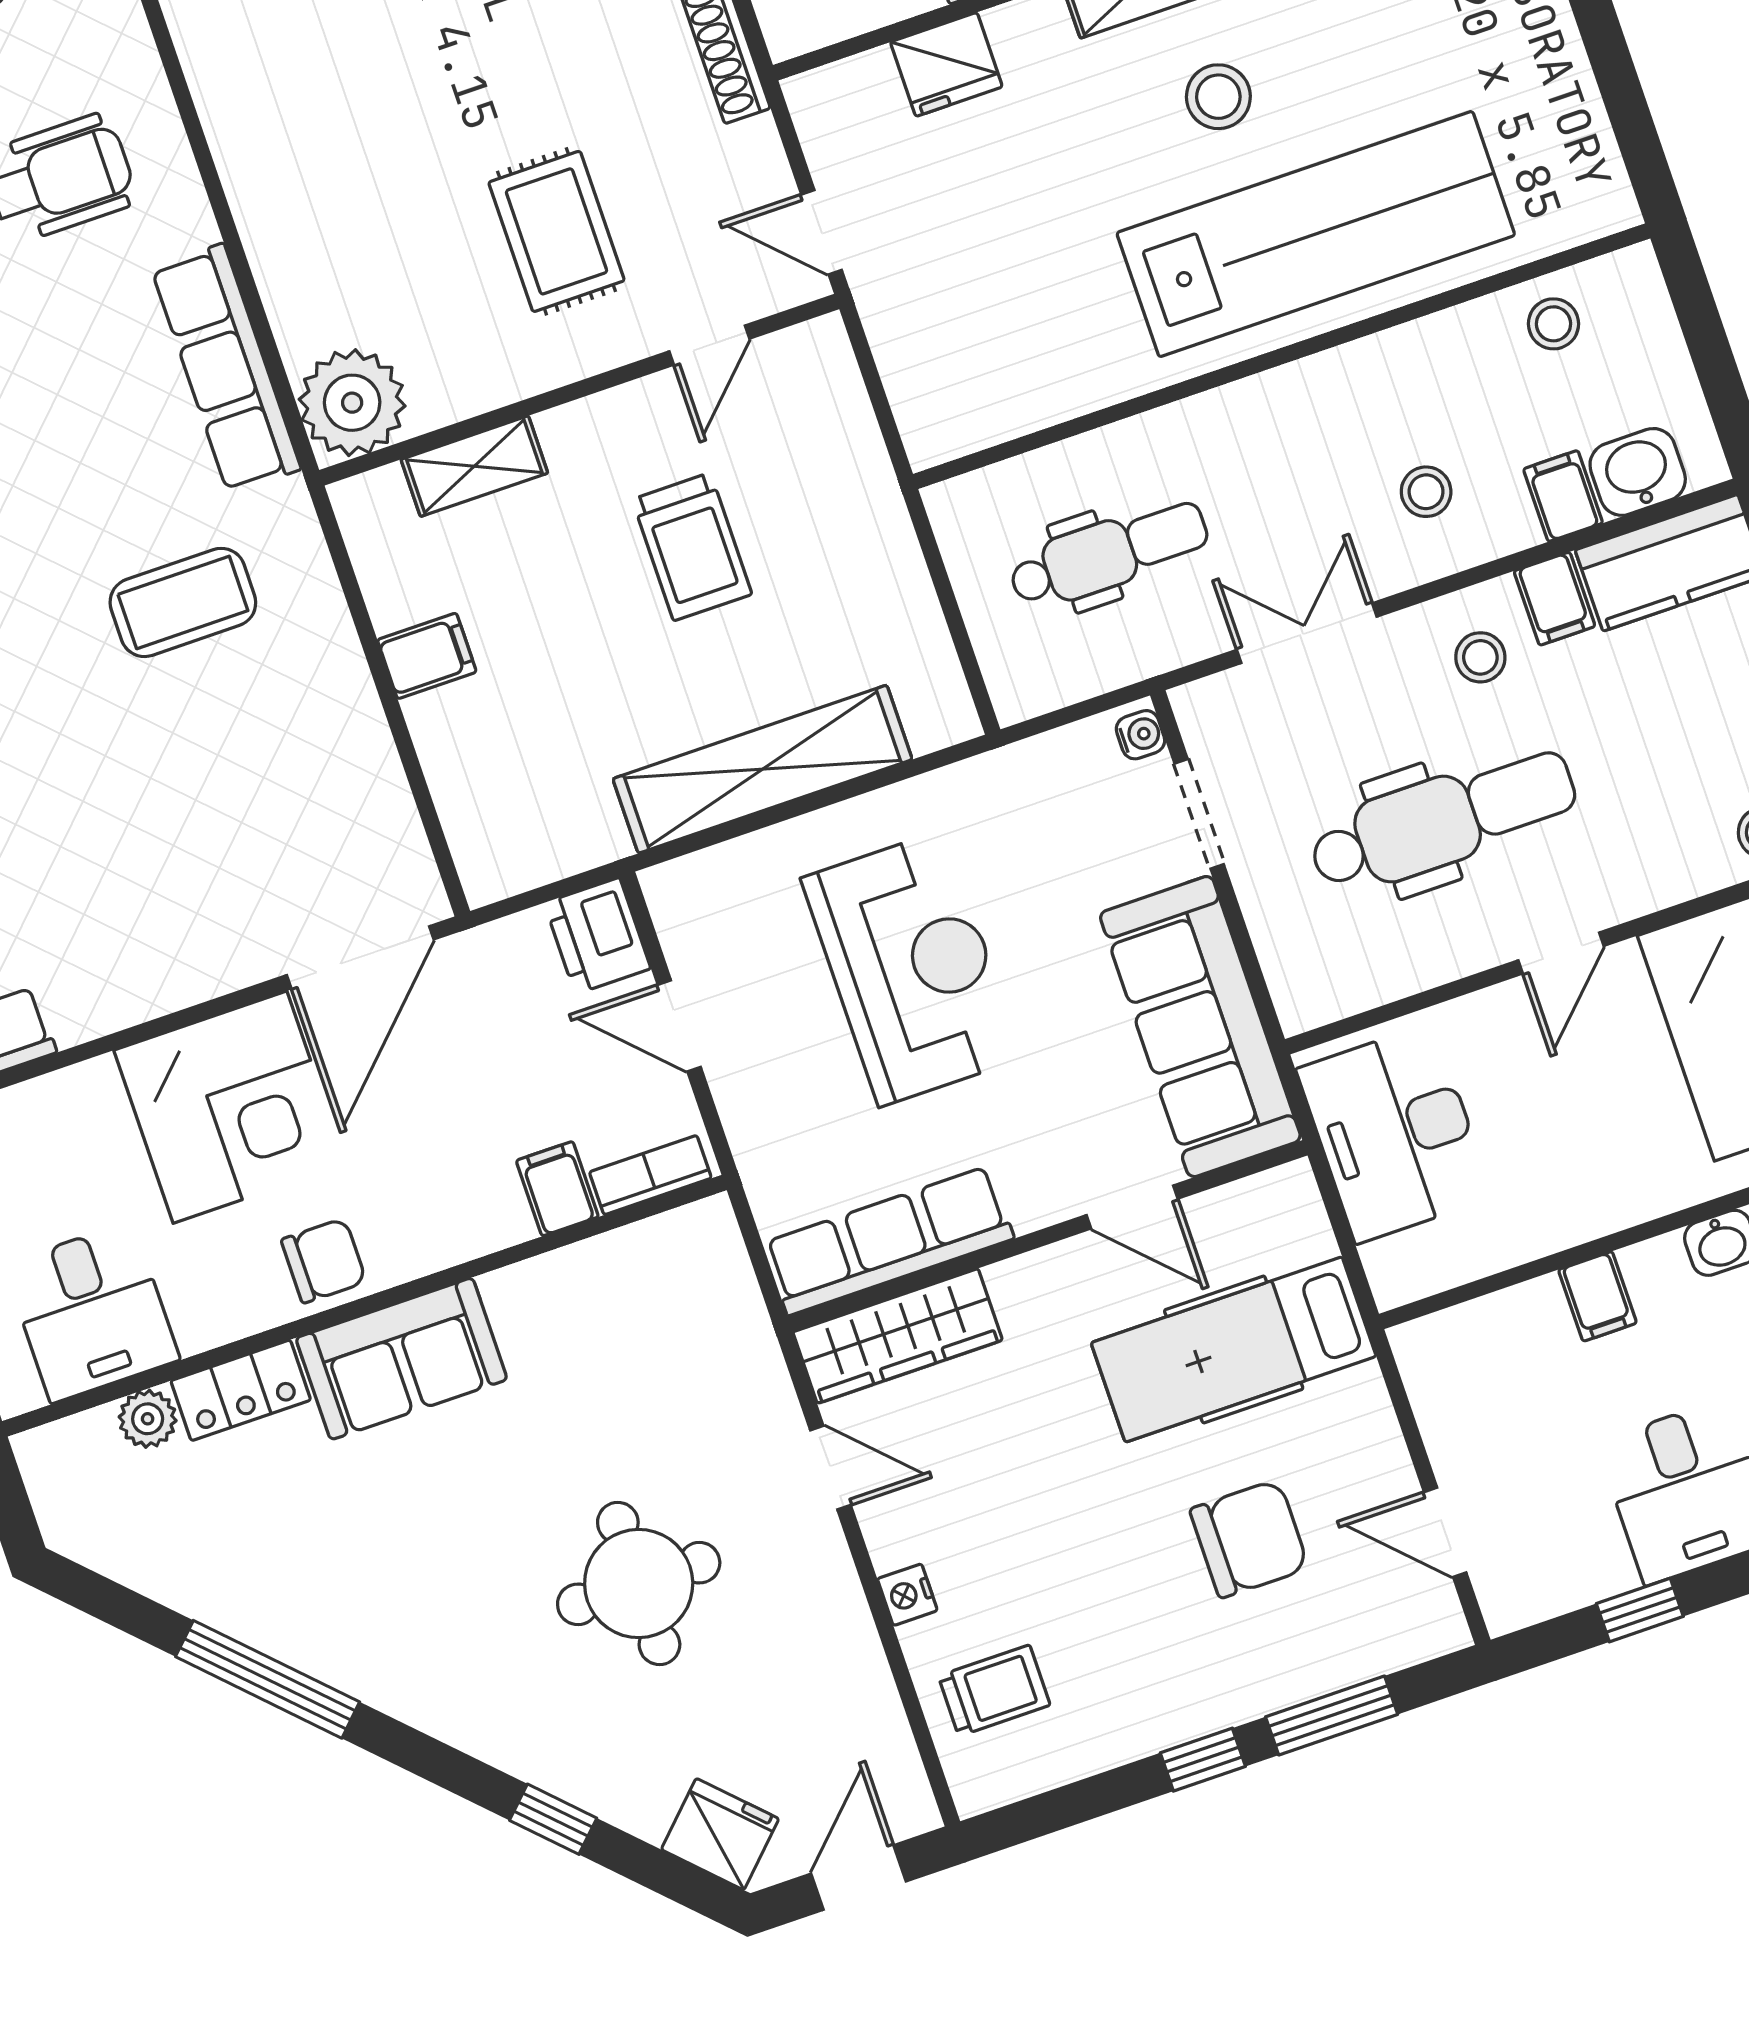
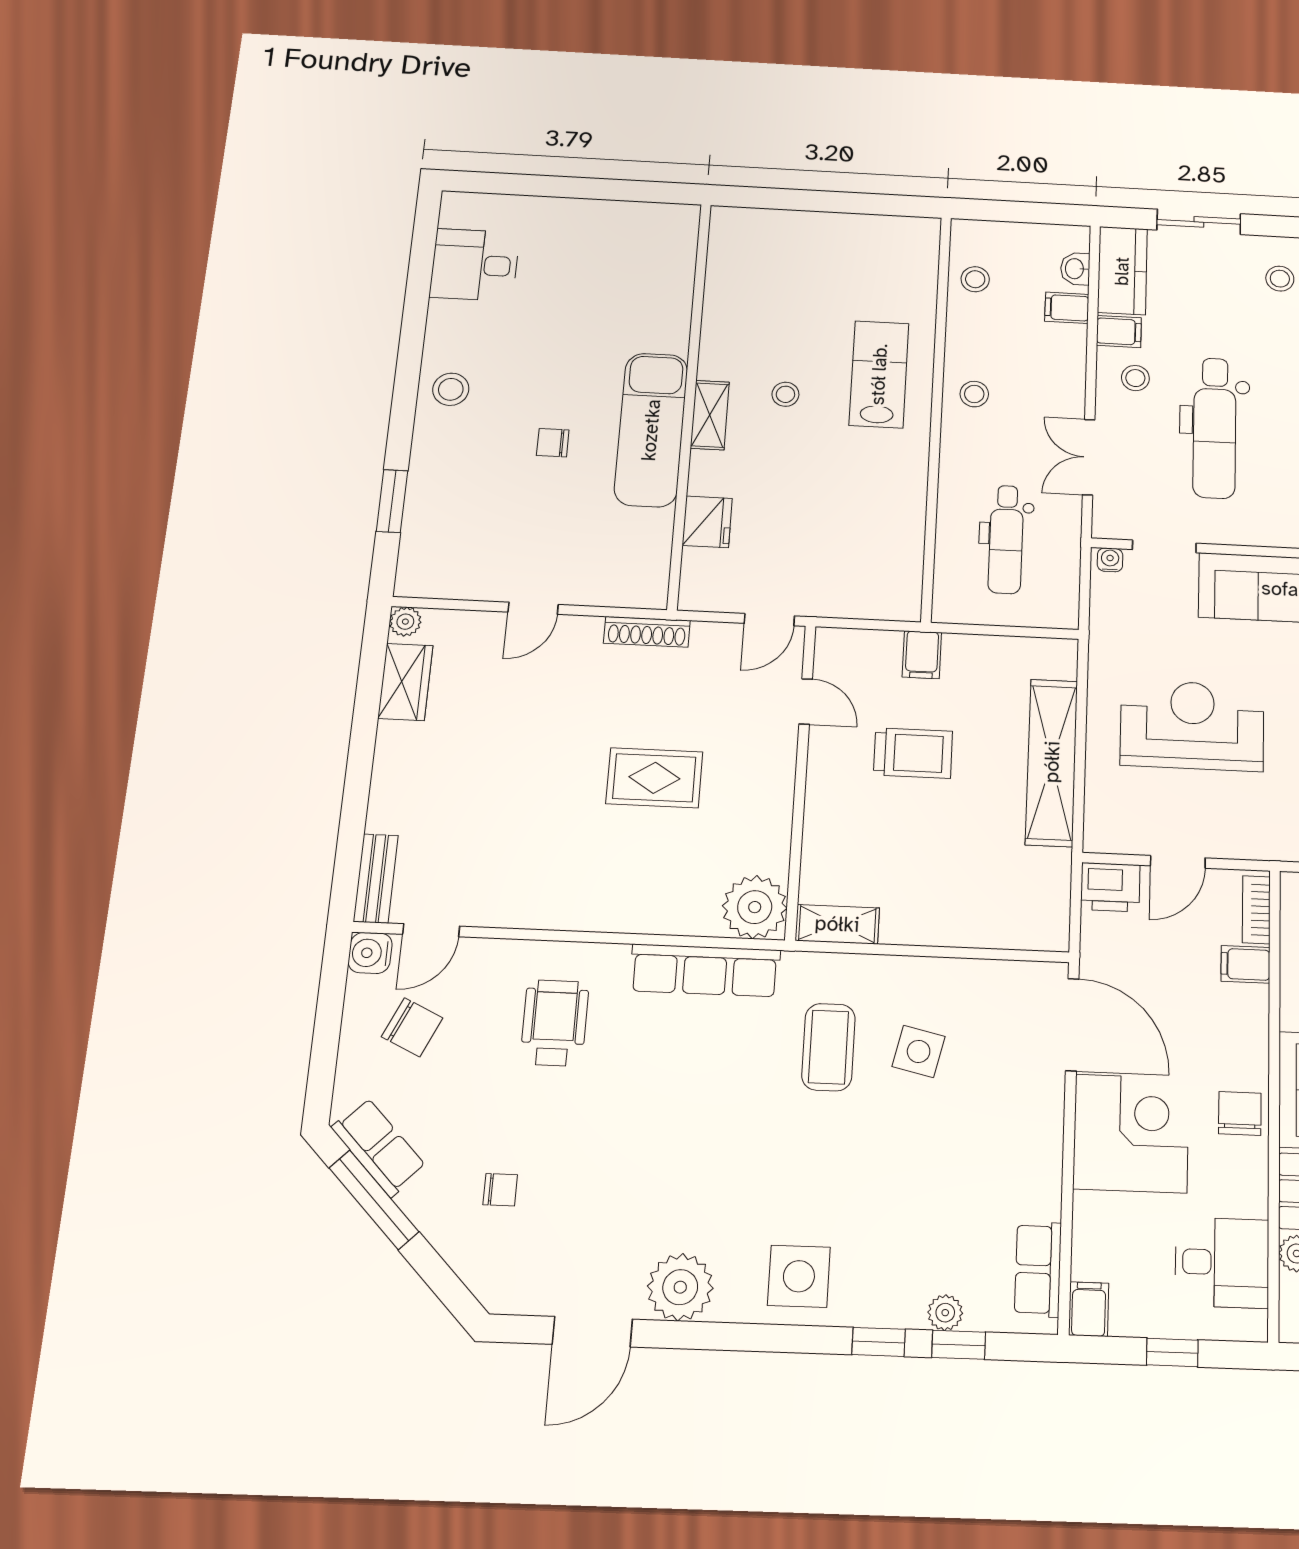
stool: (1218, 97) -> (785, 394), width x0.73, depth x0.73
rug: (556, 231) -> (654, 778), moved
lab bench: (1316, 234) -> (879, 374), width x0.54, depth x0.72
shelving: (474, 466) -> (837, 924), moved, turned 90
washbasin: (1638, 472) -> (1075, 269), width x0.72, depth x0.69
stool: (1426, 492) -> (974, 394), moved
dental chair: (1109, 554) -> (1006, 539), turned 180
filing cabinet: (427, 656) -> (922, 655), moved, turned 180
side table: (229, 740) -> (919, 1051), added
dental chair: (1443, 820) -> (1215, 428), turned 180

